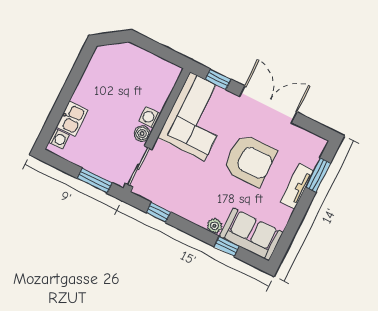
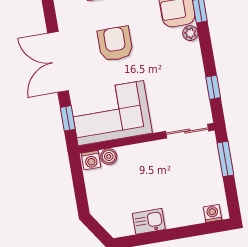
washing machine: (150, 117) -> (91, 160), moved
kitchen sink: (72, 119) -> (149, 221), moved
boiler: (142, 134) -> (109, 157), moved
armchair: (250, 160) -> (115, 44), width x0.73, depth x0.73

